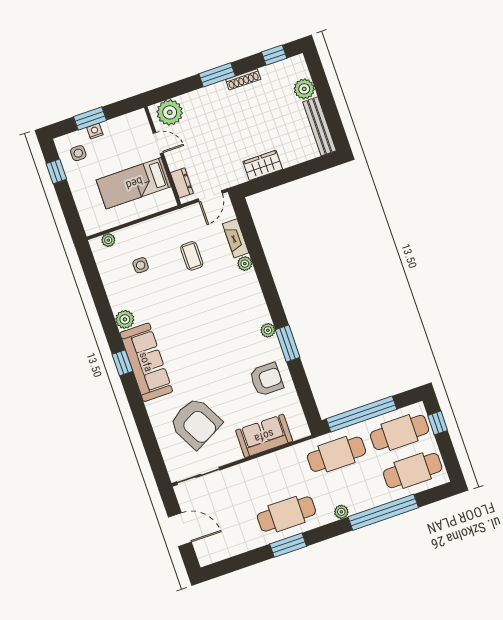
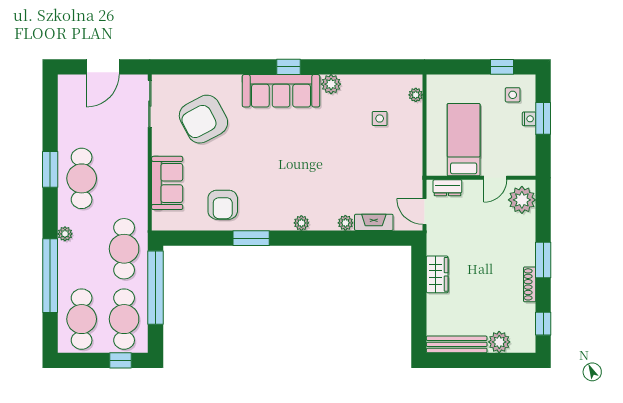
coffee table: (192, 256) -> (371, 173), removed
plant: (268, 330) -> (301, 223), moved

